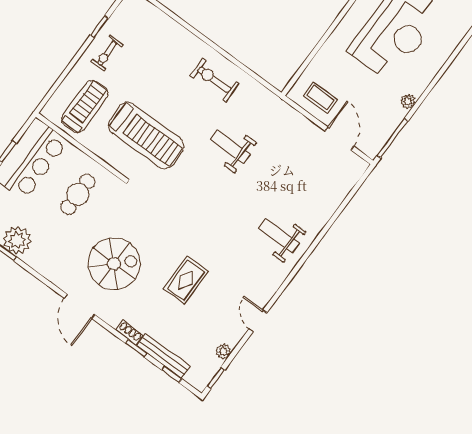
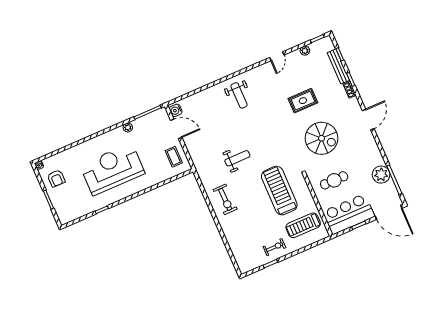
door: (339, 138) -> (176, 129), swing flipped
weight bench: (230, 147) -> (237, 158), turned -90
water cooler: (355, 164) -> (176, 110), added
spiral stairs: (114, 264) -> (322, 138), moved, turned 180

